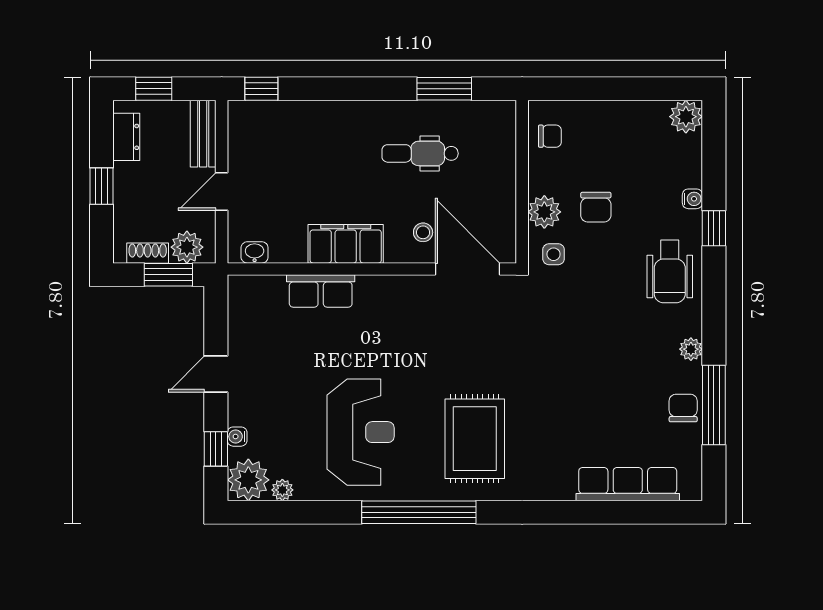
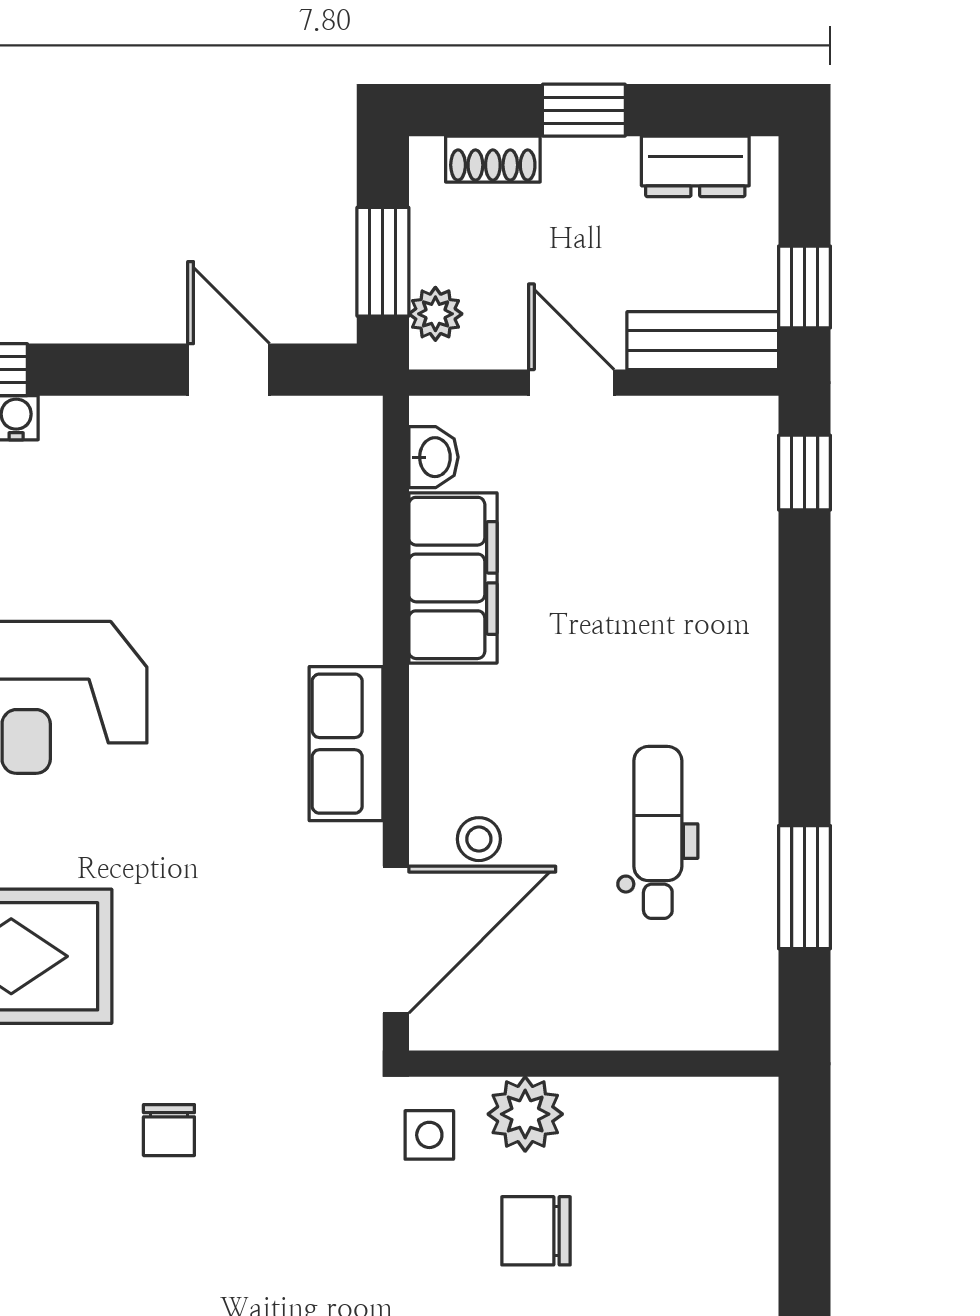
window: (154, 89) -> (805, 287), moved
chair: (550, 136) -> (169, 1130), moved
filing cabinet: (346, 244) -> (453, 578), moved
plant: (187, 247) -> (435, 314), width x0.73, depth x0.73
shoe rack: (148, 253) -> (493, 159), moved, turned 90
row of seats: (321, 291) -> (346, 744), moved
door: (216, 374) -> (229, 370), moved

